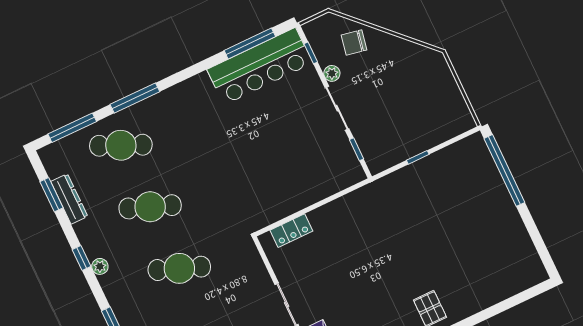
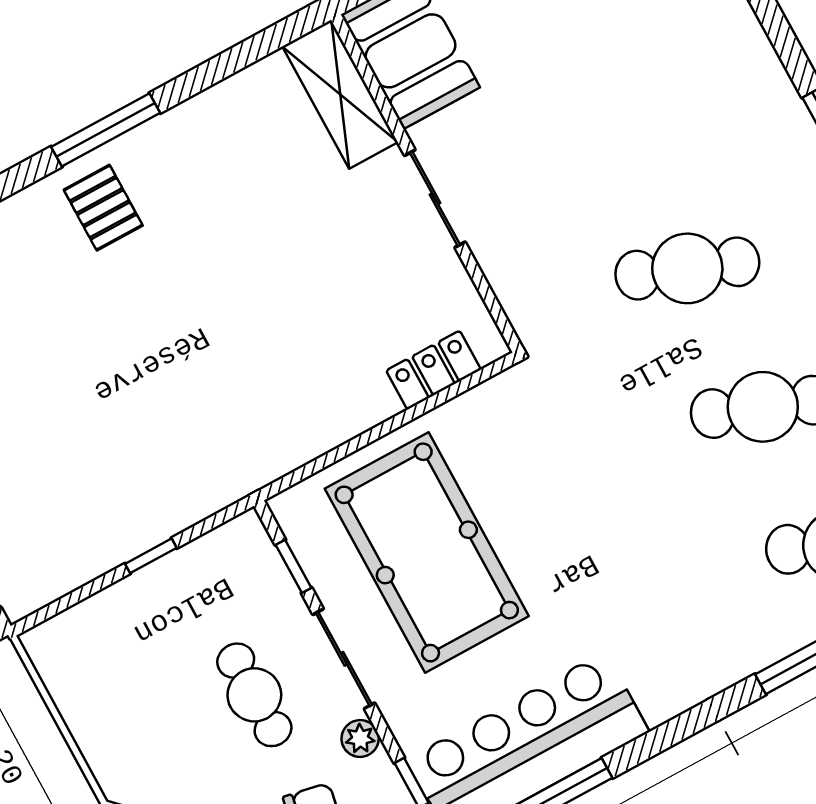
cafe table: (376, 95) -> (254, 695), added
pool table: (299, 152) -> (427, 552), added

